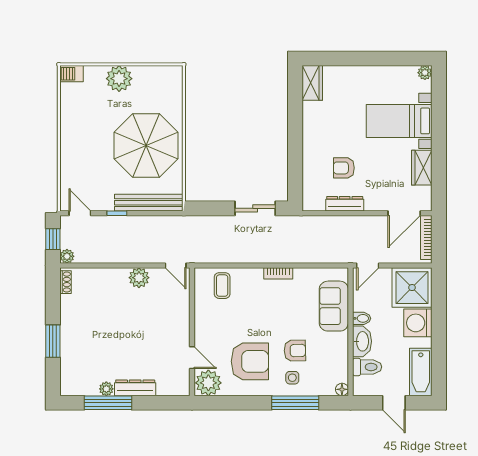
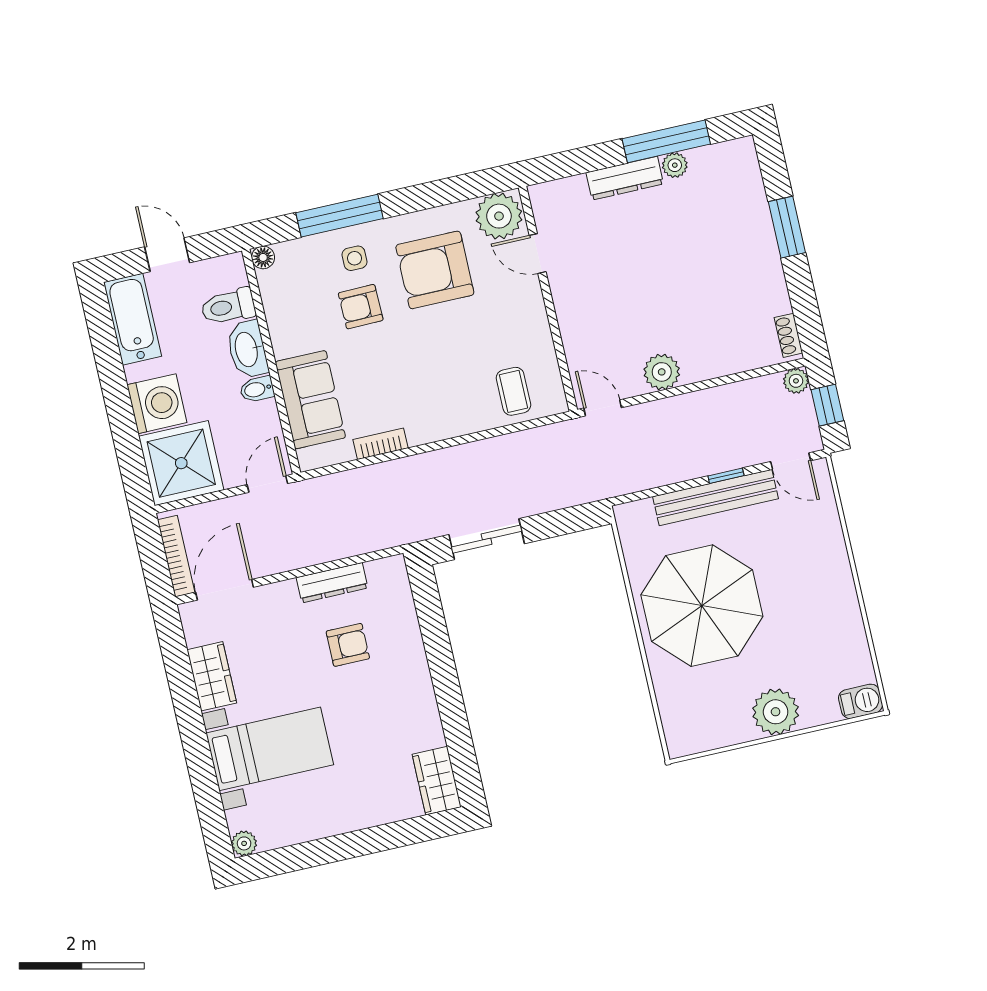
bench: (149, 203) -> (715, 498), moved
bookcase: (278, 273) -> (380, 444), moved

